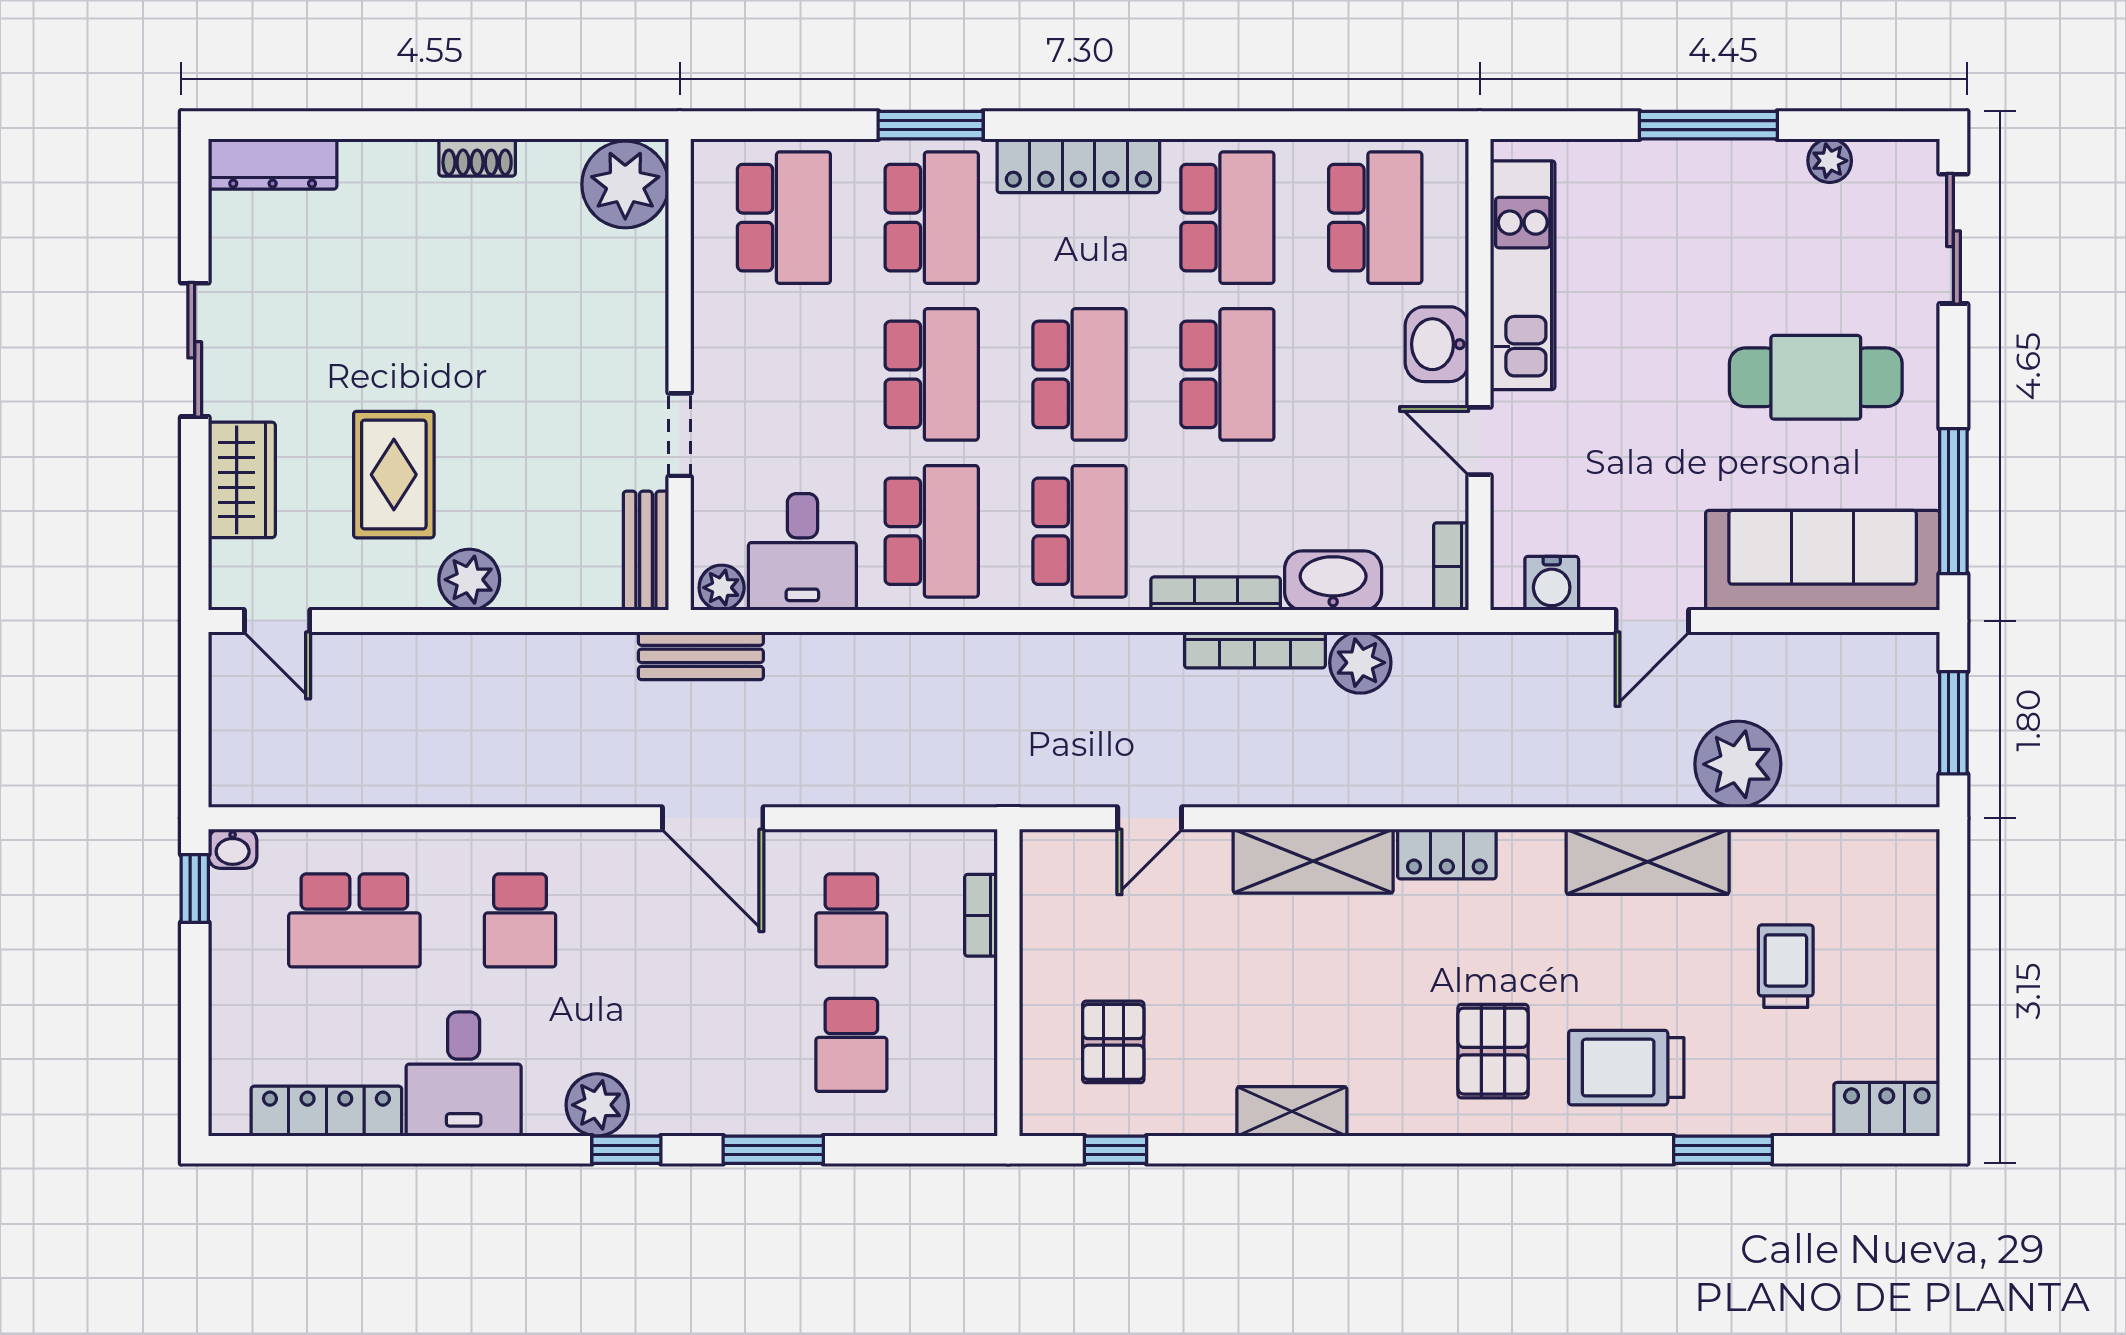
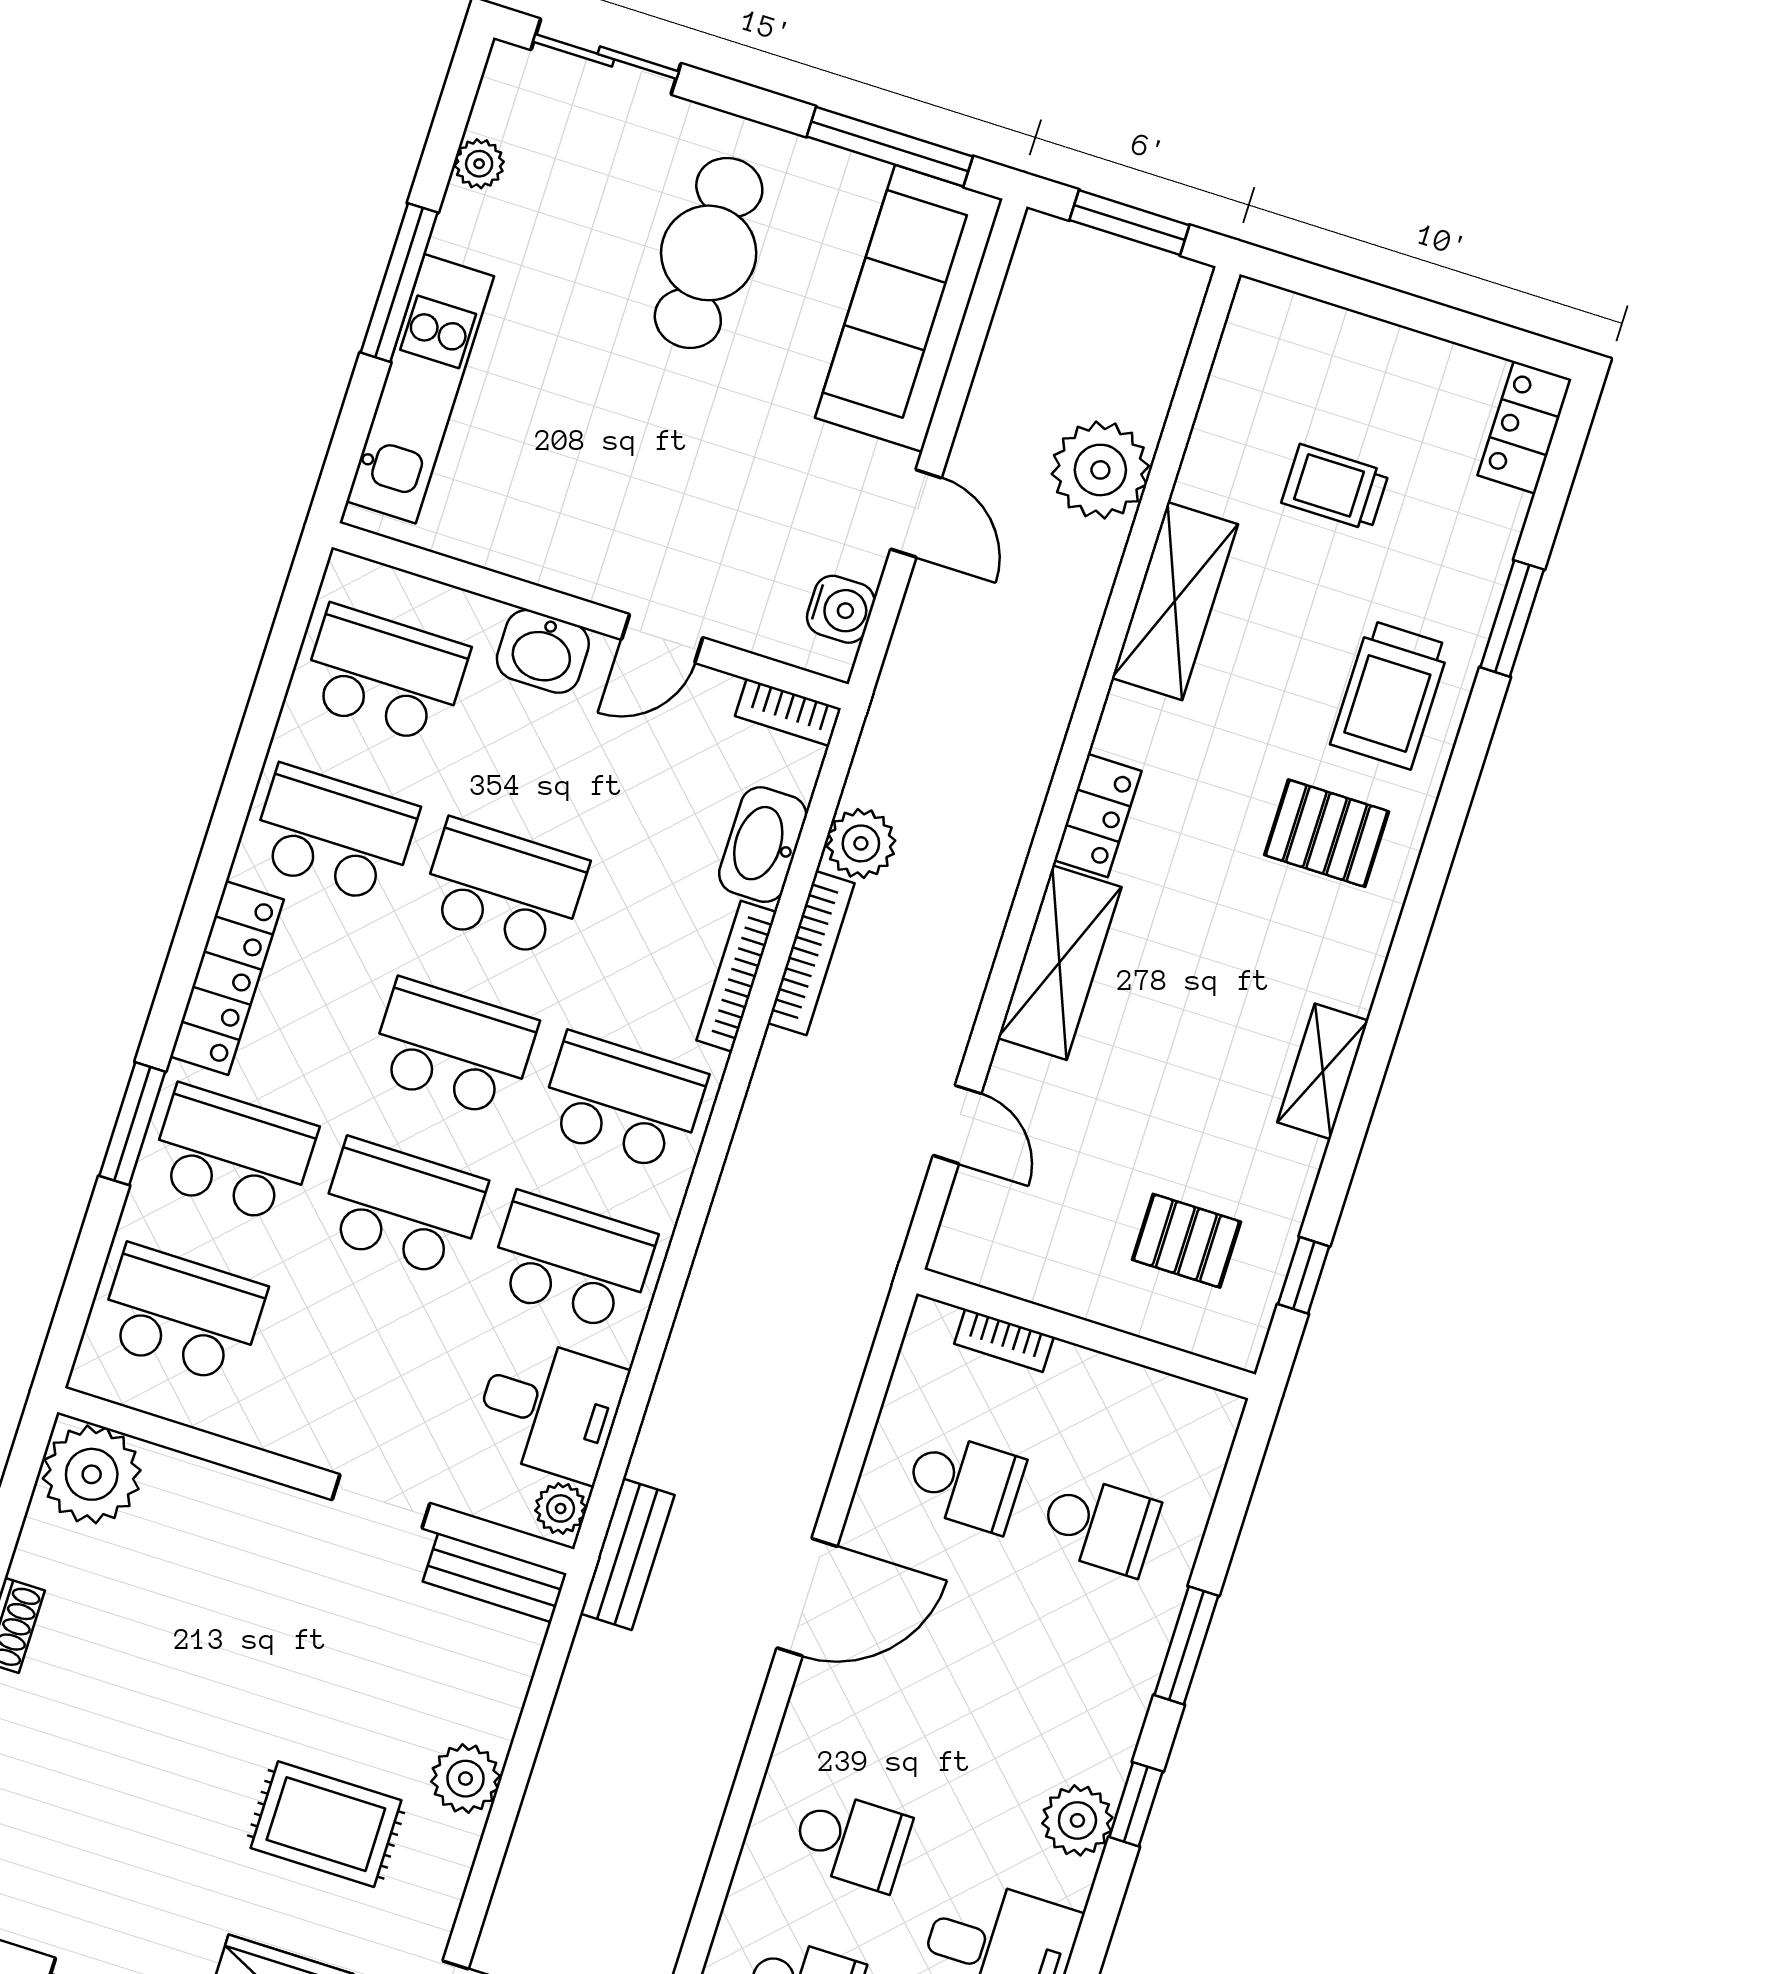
kitchen unit: (1523, 275) -> (420, 389), moved, turned 90

